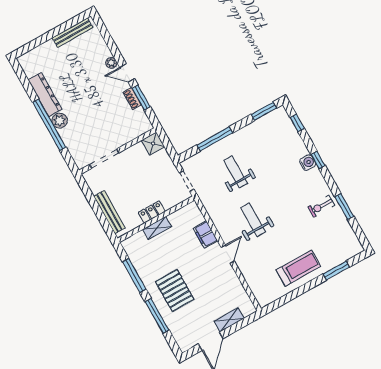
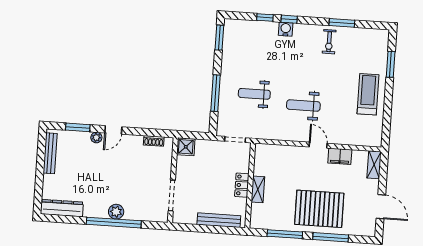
dresser: (45, 95) -> (62, 208), moved
window: (141, 97) -> (78, 127), moved
shoe rack: (132, 99) -> (154, 141), moved
window: (297, 123) -> (265, 18), moved
filing cabinet: (205, 234) -> (340, 156), moved
pallet: (175, 291) -> (319, 209), width x1.37, depth x1.41
shelving: (229, 320) -> (374, 165), moved

